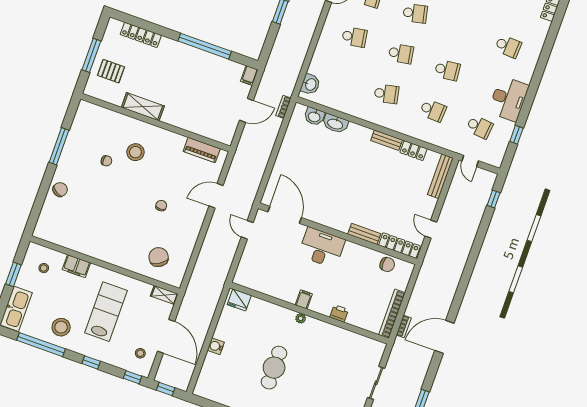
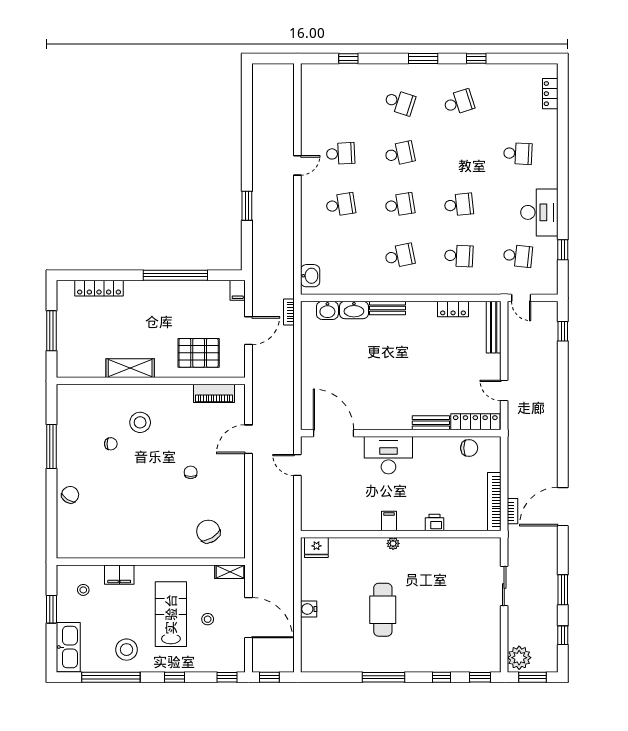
pallet: (111, 71) -> (199, 353), moved, width x1.50, depth x1.42
bench: (387, 140) -> (387, 308), moved
stool: (140, 353) -> (208, 619), moved

